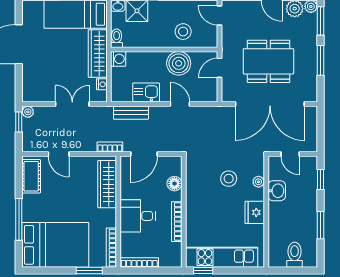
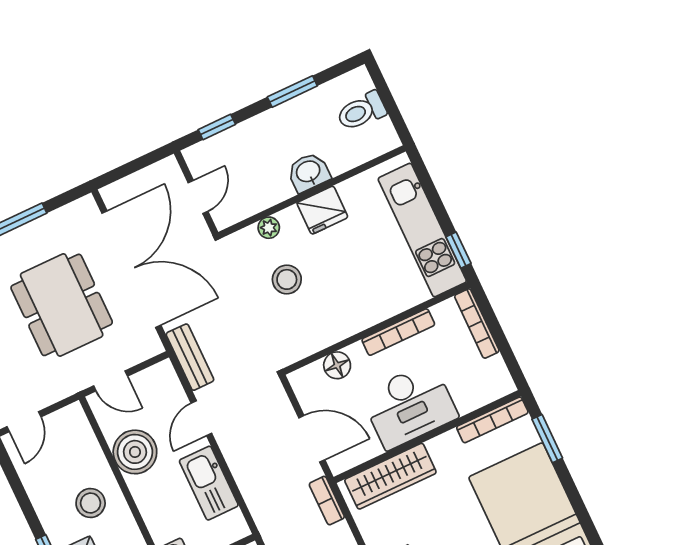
stool: (183, 32) -> (91, 503), moved
kitchen sink: (146, 93) -> (209, 483), width x1.38
bench: (131, 113) -> (190, 357), moved
washbasin: (277, 191) -> (308, 172), moved
desk: (138, 216) -> (409, 406), width x1.37
bookcase: (139, 262) -> (477, 323), moved

